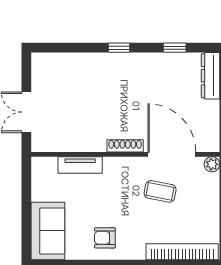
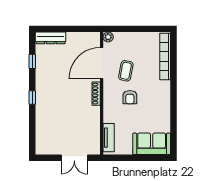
tv unit: (80, 165) -> (109, 138), moved
armchair: (105, 238) -> (130, 97), moved

